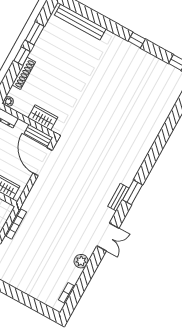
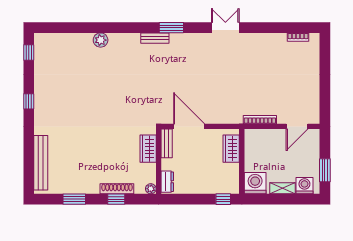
window: (22, 56) -> (116, 199), moved
door: (43, 162) -> (189, 126), swing flipped
bench: (118, 197) -> (155, 38), moved
plant: (81, 261) -> (101, 40), moved

